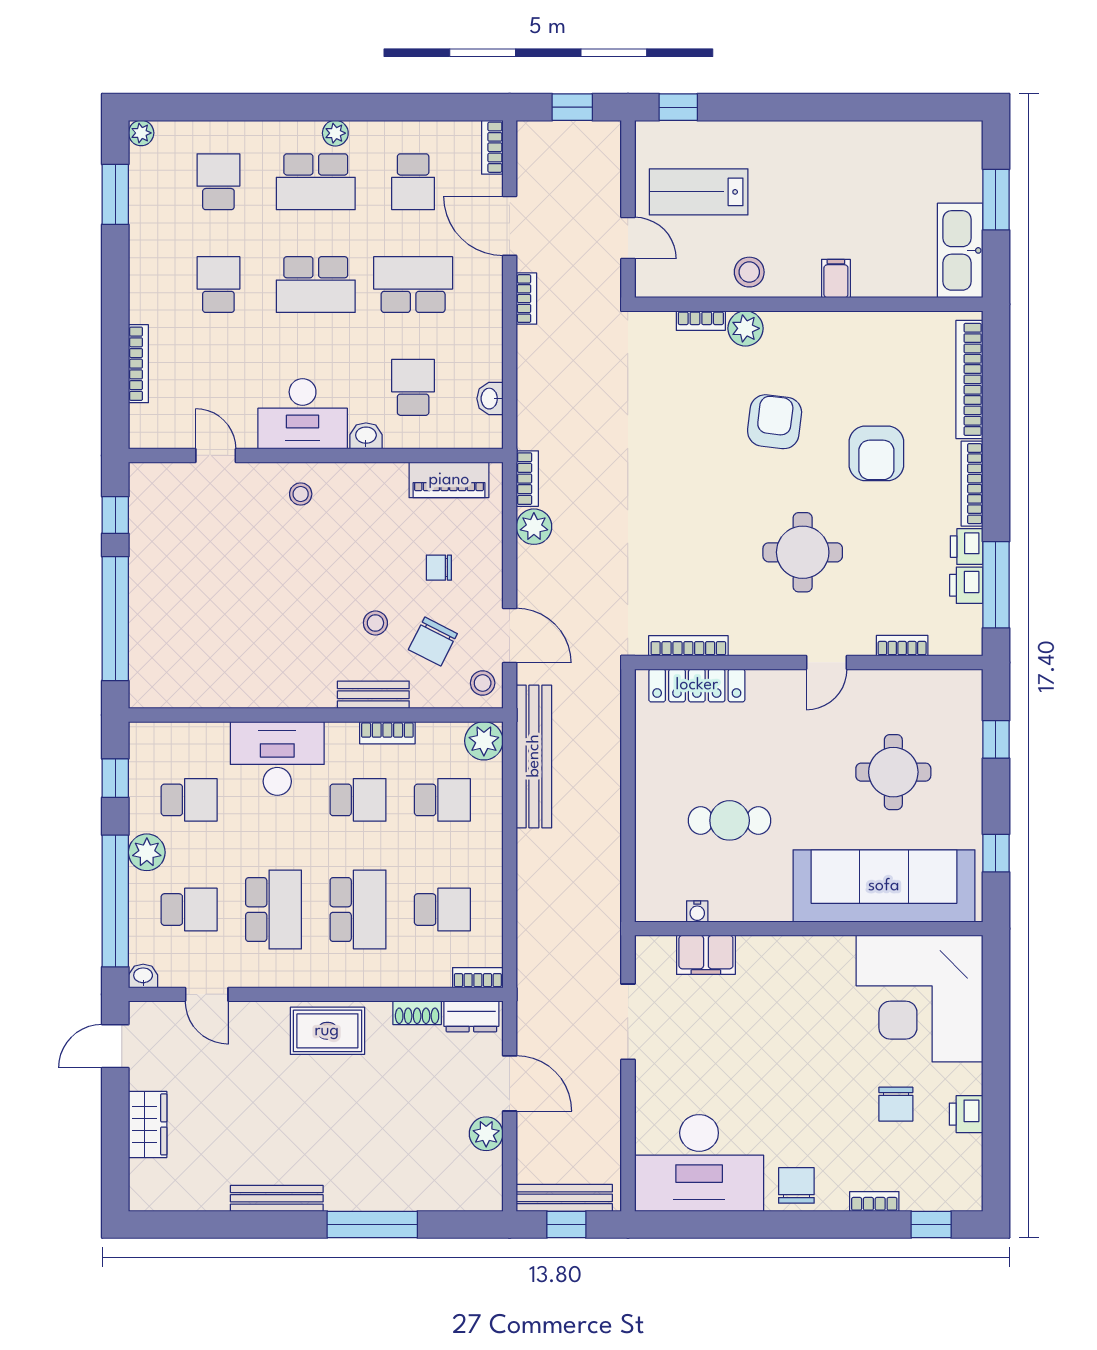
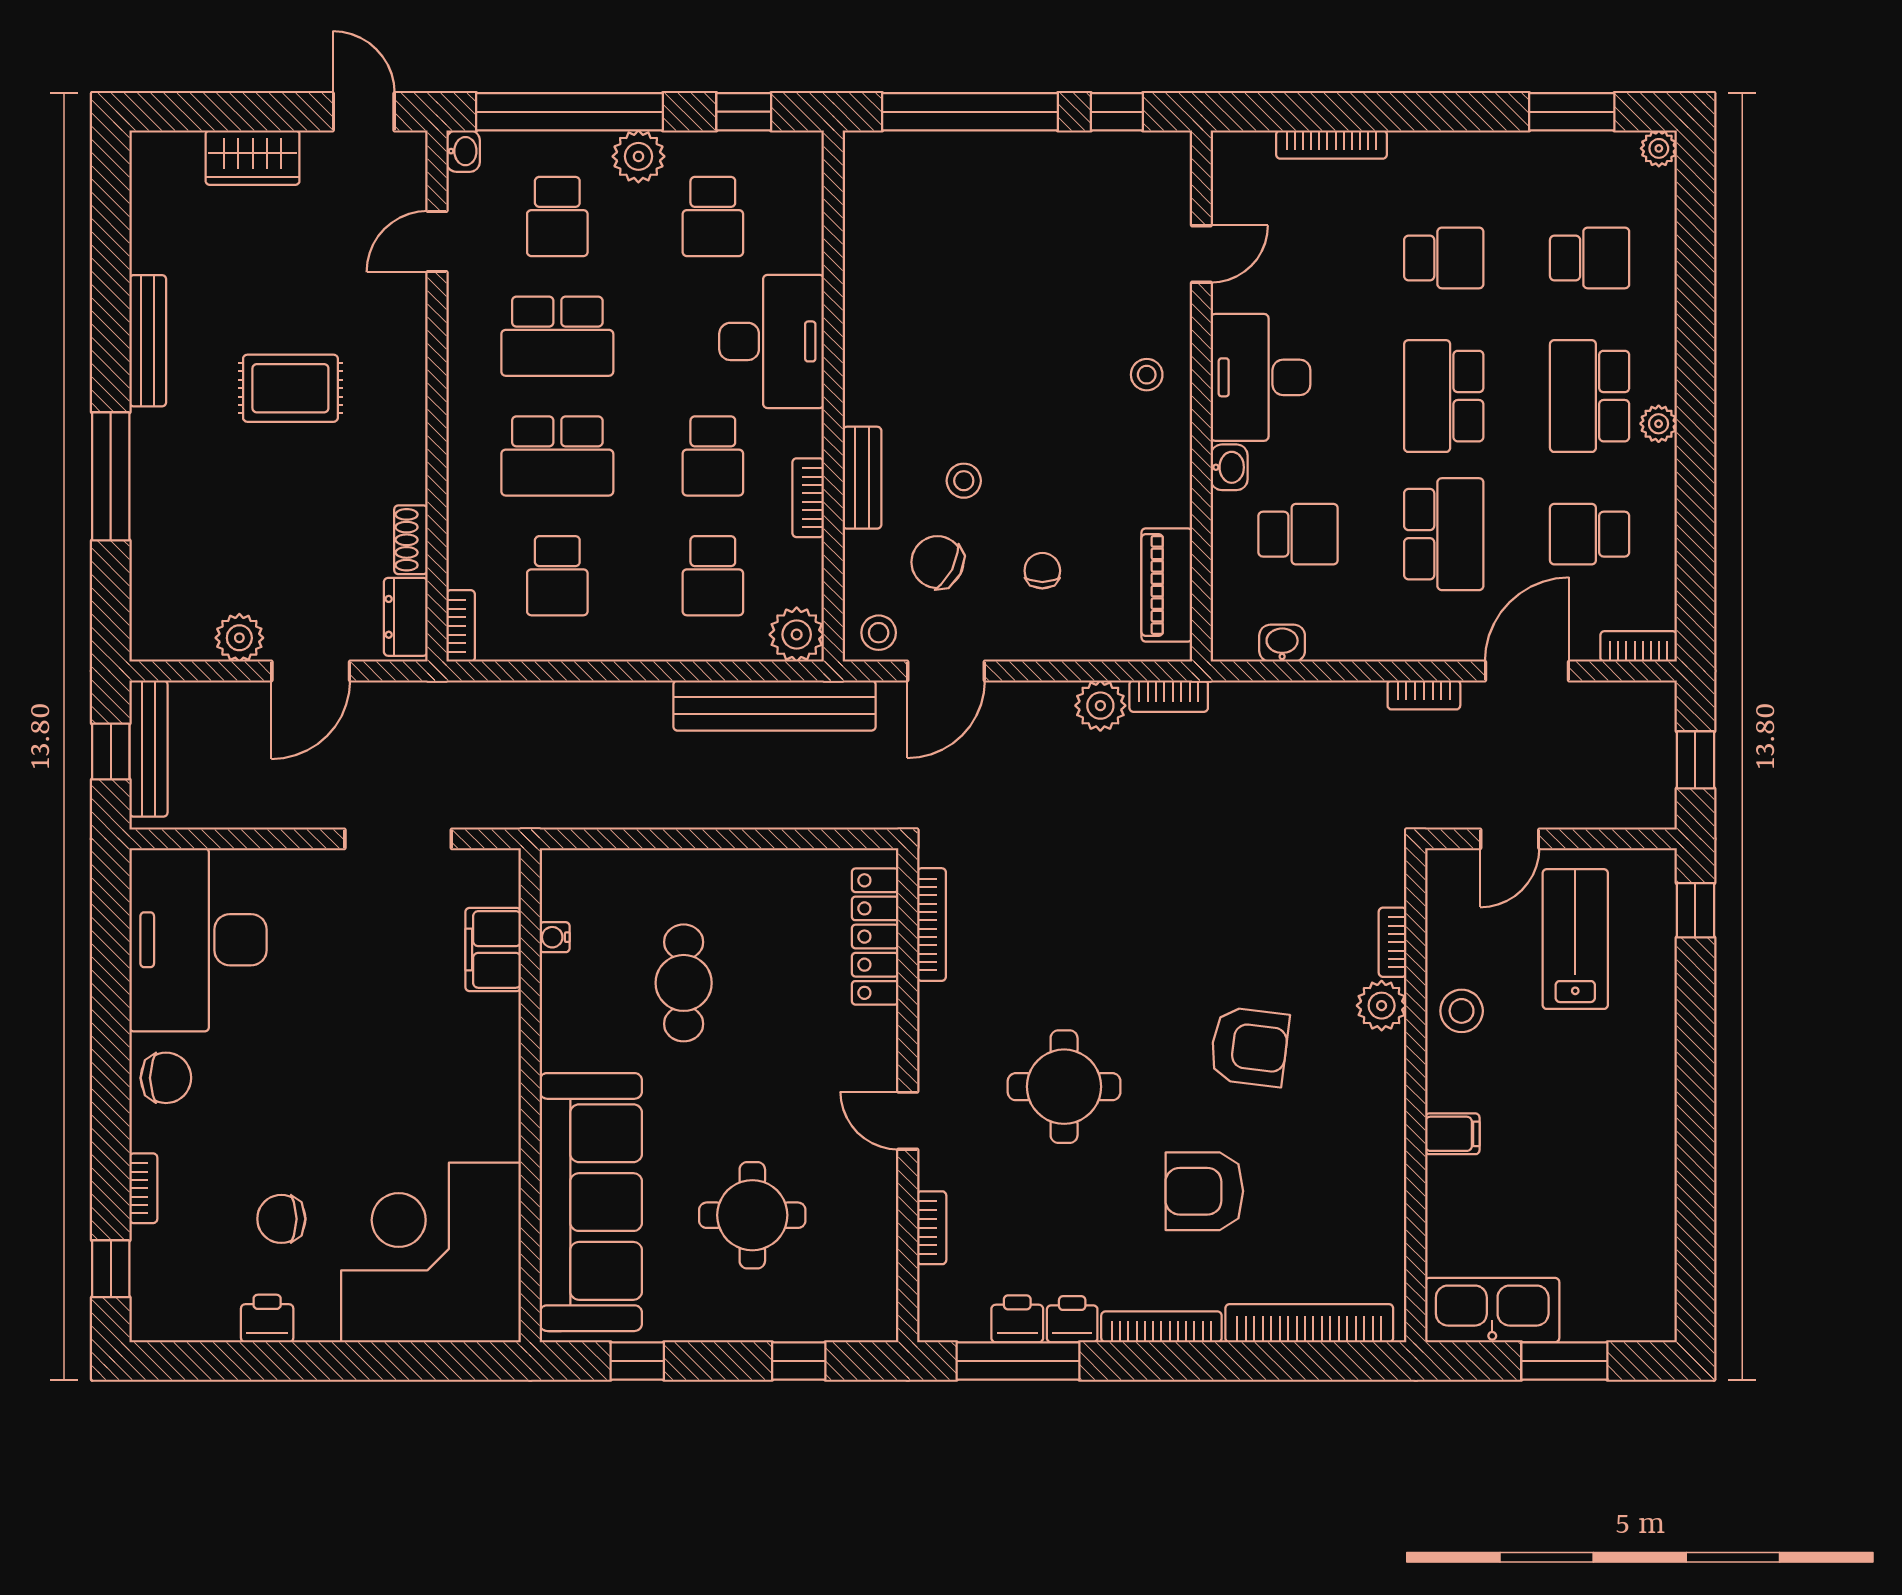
rug: (327, 1031) -> (290, 388), moved, turned 90

